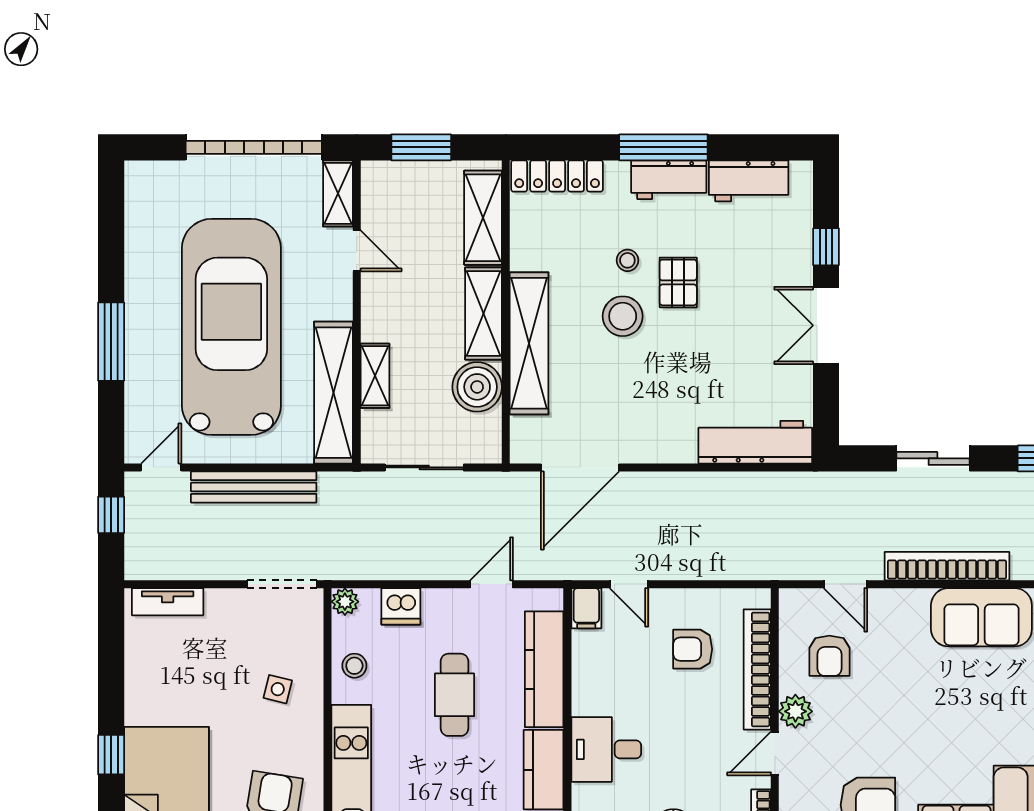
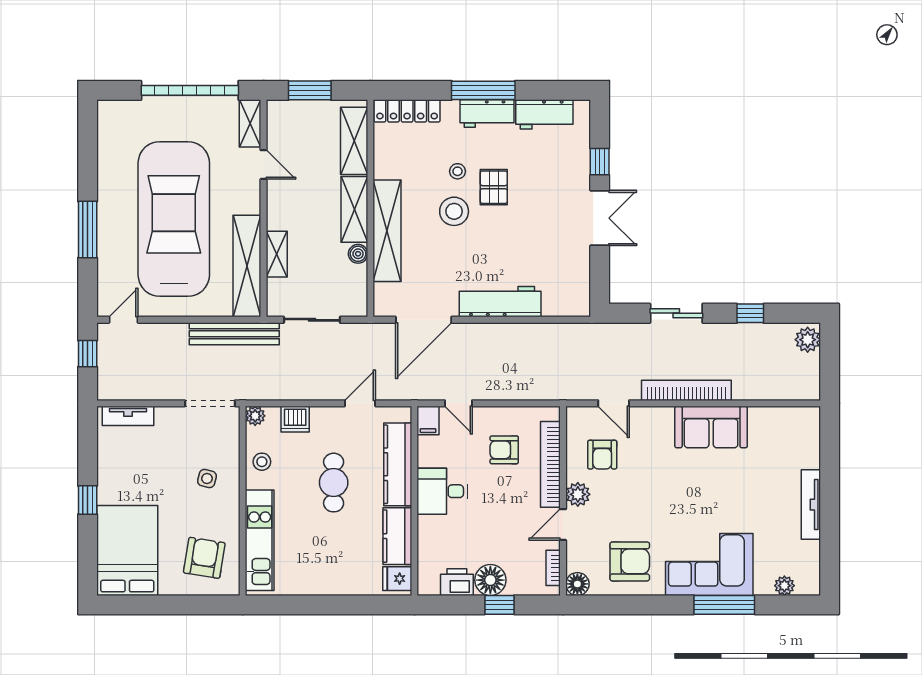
double door: (826, 325) -> (600, 218), swing flipped
boiler: (477, 387) -> (358, 254), width x0.54, depth x0.54
workbench: (755, 442) -> (500, 302), moved
bench: (254, 487) -> (234, 334), moved
desk: (606, 749) -> (442, 491), moved
window: (111, 755) -> (88, 500), moved

